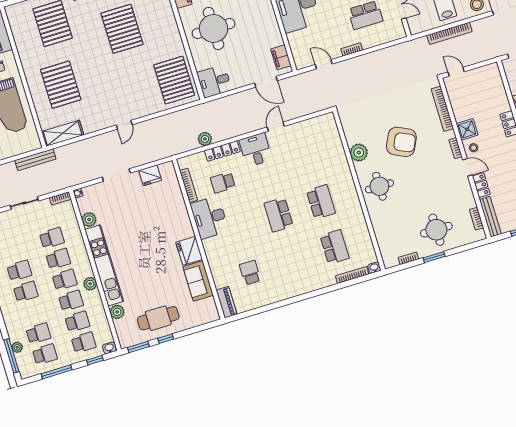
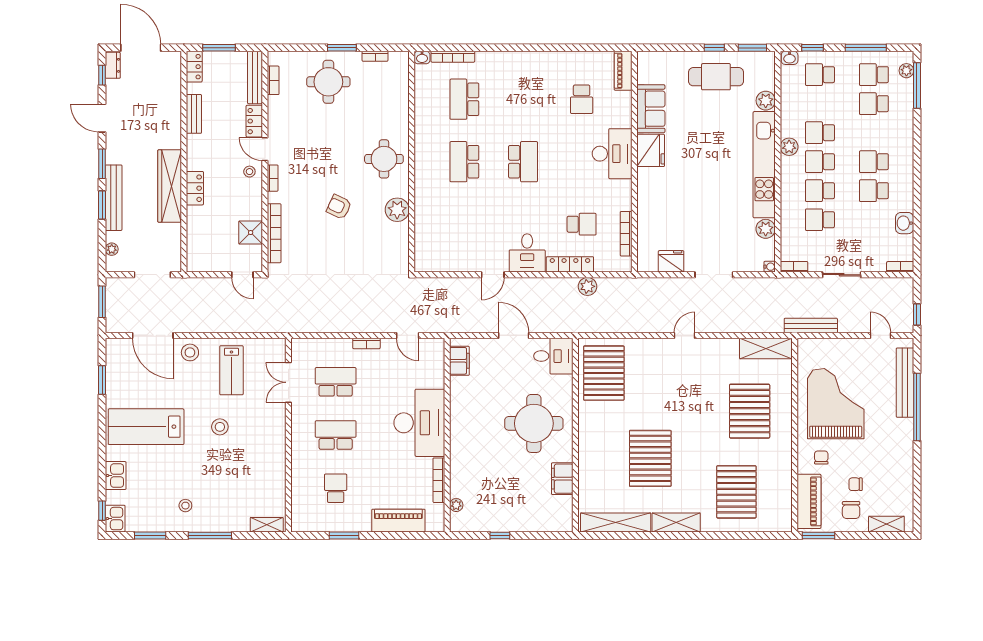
bookcase: (449, 33) -> (236, 326), removed
door: (266, 82) -> (514, 335), moved
shower: (467, 129) -> (251, 233), moved
armchair: (401, 142) -> (339, 207), width x0.53, depth x0.53
desk: (209, 218) -> (612, 154), moved
school desk: (77, 322) -> (820, 104), removed
plant: (17, 347) -> (906, 71), moved

